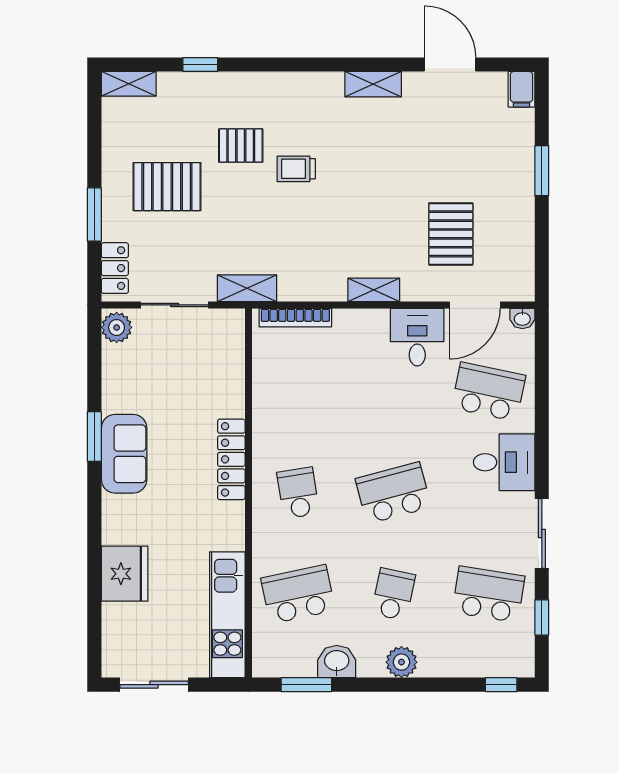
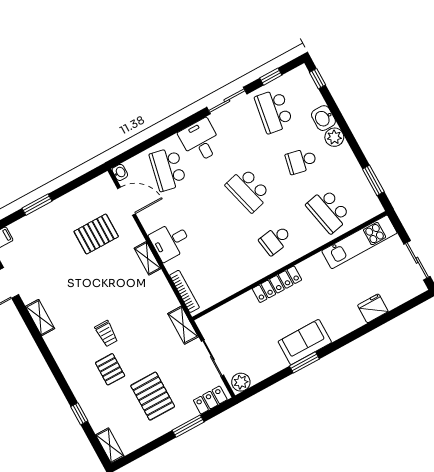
desk: (417, 337) -> (170, 241), moved
fridge: (125, 574) -> (373, 308), width x0.73, depth x0.75
washbasin: (337, 662) -> (323, 118), moved

